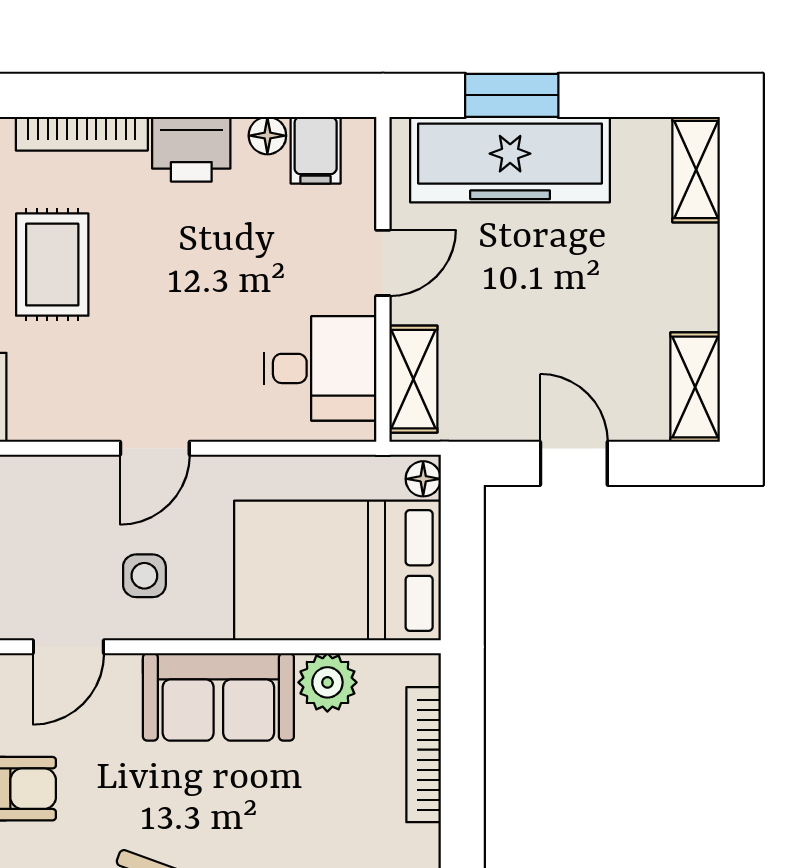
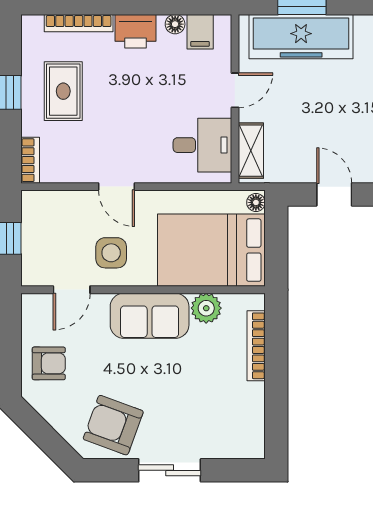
door: (155, 448) -> (117, 187), hinge flipped
side table: (144, 576) -> (111, 253), width x1.37, depth x1.37

